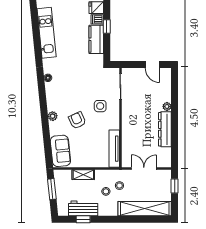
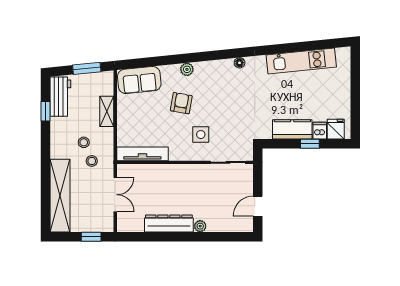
armchair: (77, 120) -> (181, 103), turned -55
workbench: (83, 208) -> (60, 97), moved

